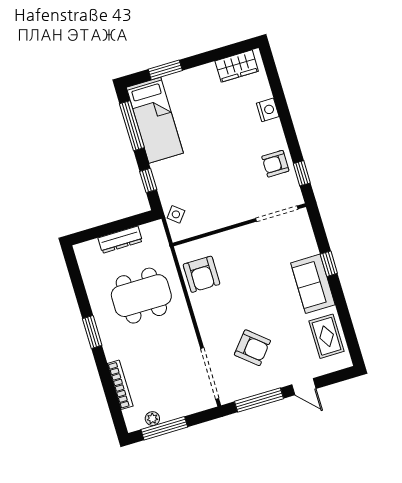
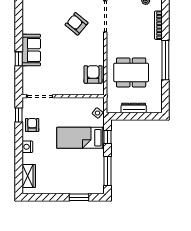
wardrobe: (237, 66) -> (29, 176), moved, turned 90
nightstand: (268, 110) -> (27, 147), moved
bed: (155, 120) -> (81, 138), moved, turned -90
armchair: (275, 164) -> (32, 125), turned -90
window: (92, 332) -> (165, 60), width x2.11
rug: (327, 336) -> (32, 18), removed

